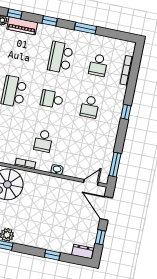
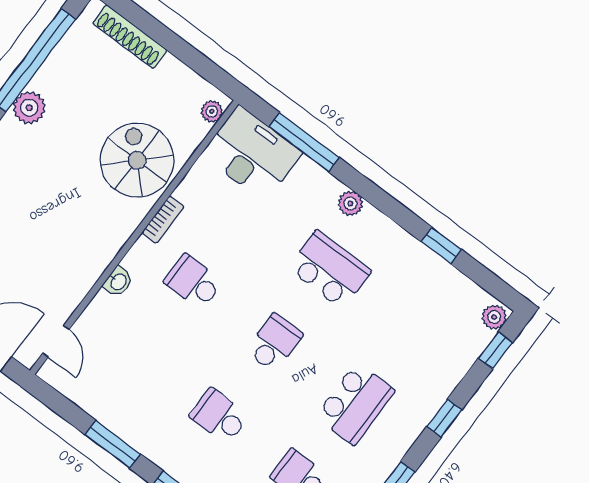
piano: (22, 26) -> (462, 354), removed
school desk: (60, 57) -> (355, 404), turned 90
window: (115, 165) -> (113, 444), moved

